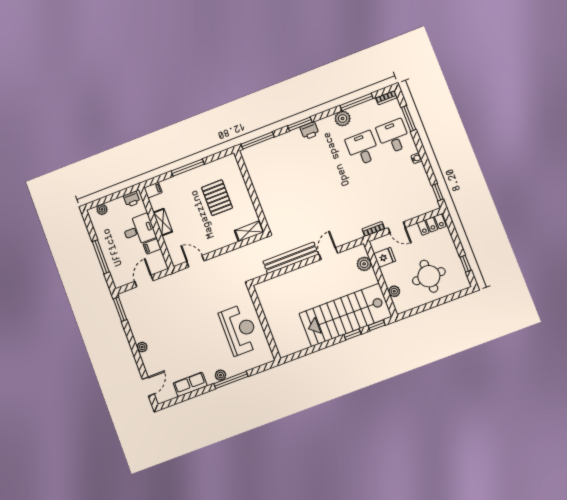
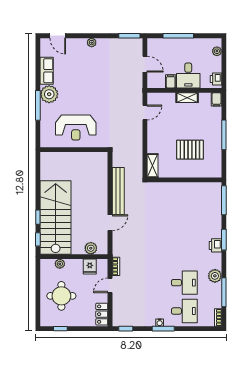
window: (409, 118) -> (163, 329), moved
door: (328, 254) -> (110, 223), hinge flipped
plant: (220, 375) -> (49, 94), width x1.88, depth x1.88

